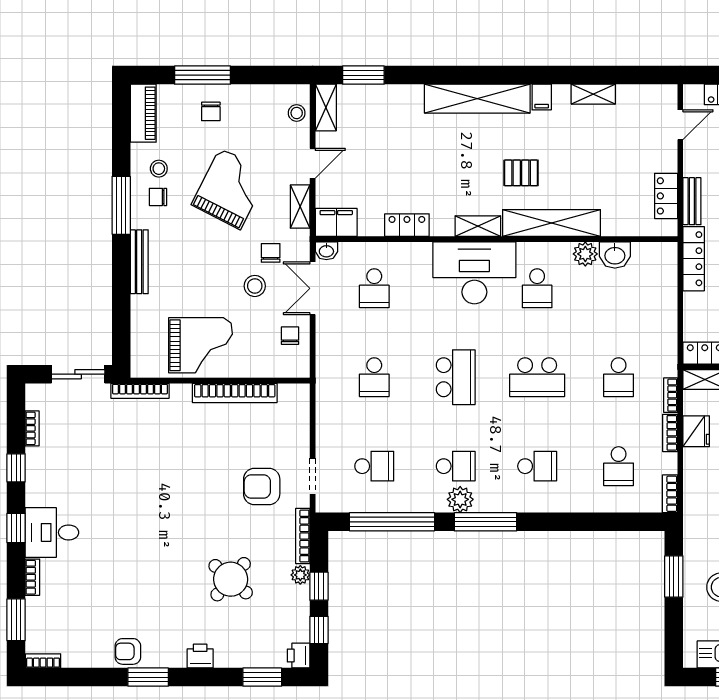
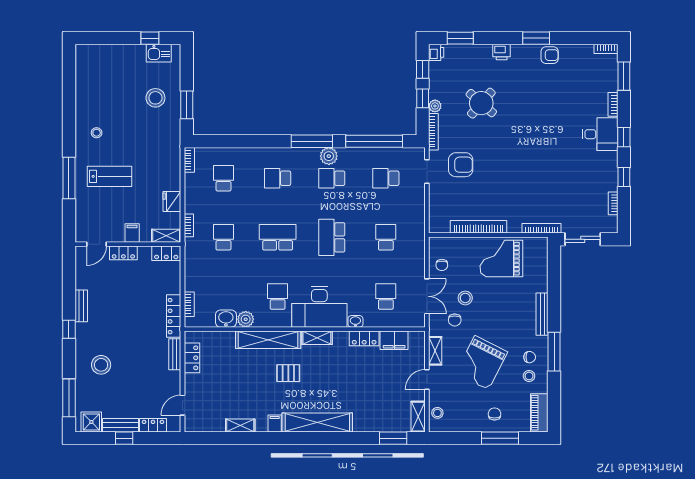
filing cabinet: (336, 222) -> (394, 340), moved
washbasin: (326, 251) -> (355, 321), moved
bookcase: (670, 433) -> (189, 304), moved

